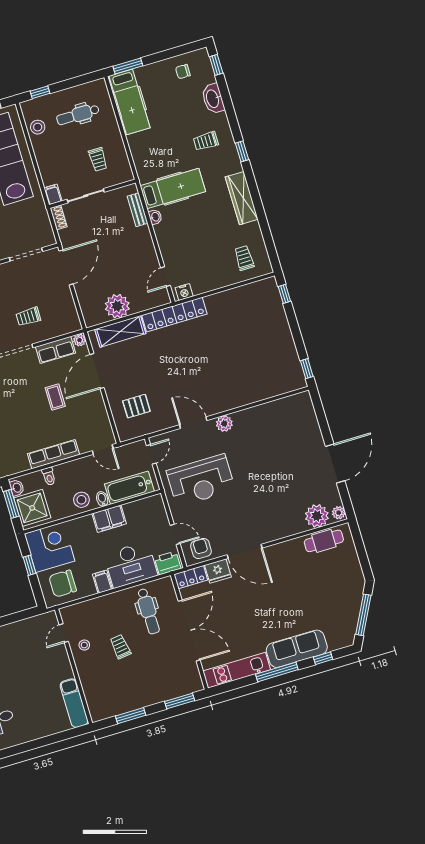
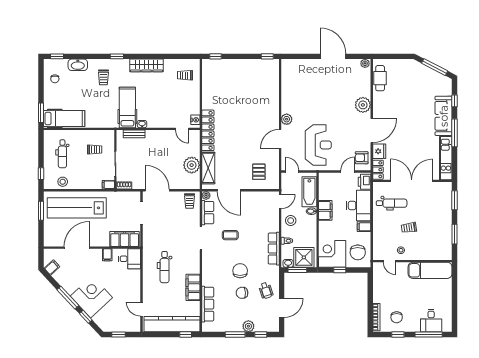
trolley: (28, 317) -> (190, 201), moved
coffee table: (55, 397) -> (230, 235), moved
row of seats: (54, 454) -> (274, 249), moved
stool: (81, 500) -> (291, 221), moved
plant: (317, 516) -> (363, 105), moved
exam couch: (74, 703) -> (430, 270), width x1.36, depth x1.45

